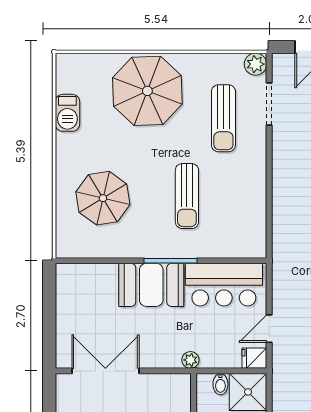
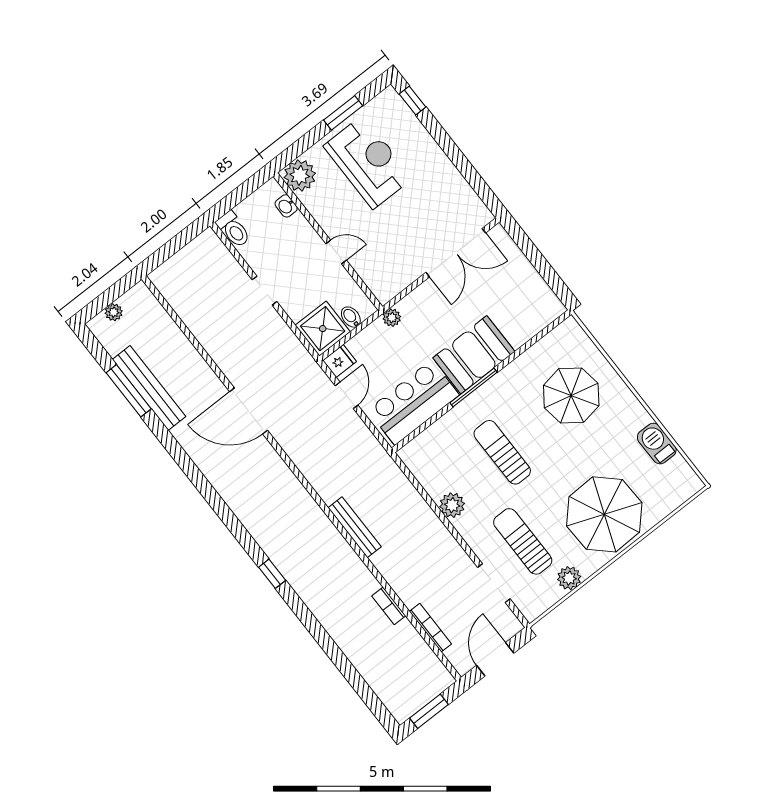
plant: (255, 64) -> (569, 578), moved
plant: (255, 186) -> (452, 505), added

